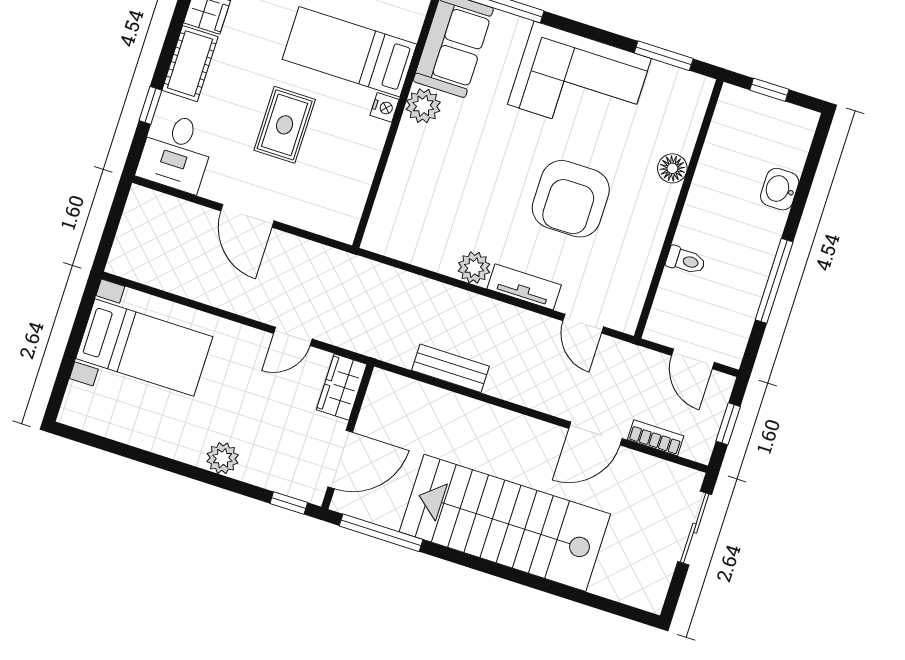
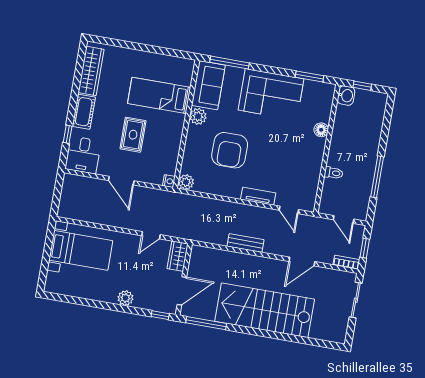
nightstand: (384, 107) -> (169, 181), moved
washbasin: (780, 189) -> (346, 96), moved, turned 180
armchair: (571, 199) -> (230, 150), moved
plant: (474, 268) -> (186, 182), moved
bench: (450, 368) -> (246, 243), moved
bookcase: (656, 438) -> (346, 262), moved

